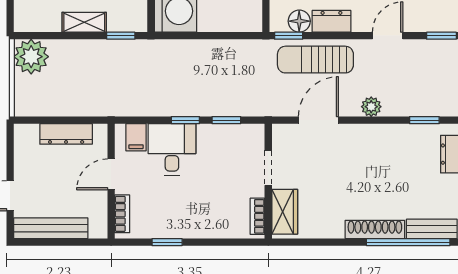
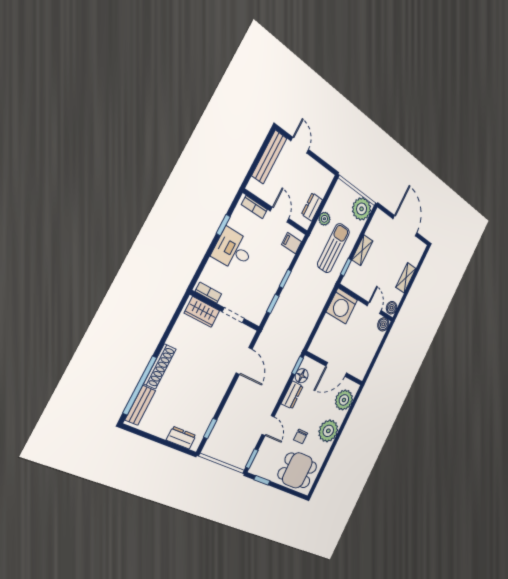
sun lounger: (315, 60) -> (333, 248), moved
plant: (371, 107) -> (324, 219), moved
dresser: (66, 134) -> (312, 207), width x0.70
desk: (172, 149) -> (233, 250), moved, turned 180

